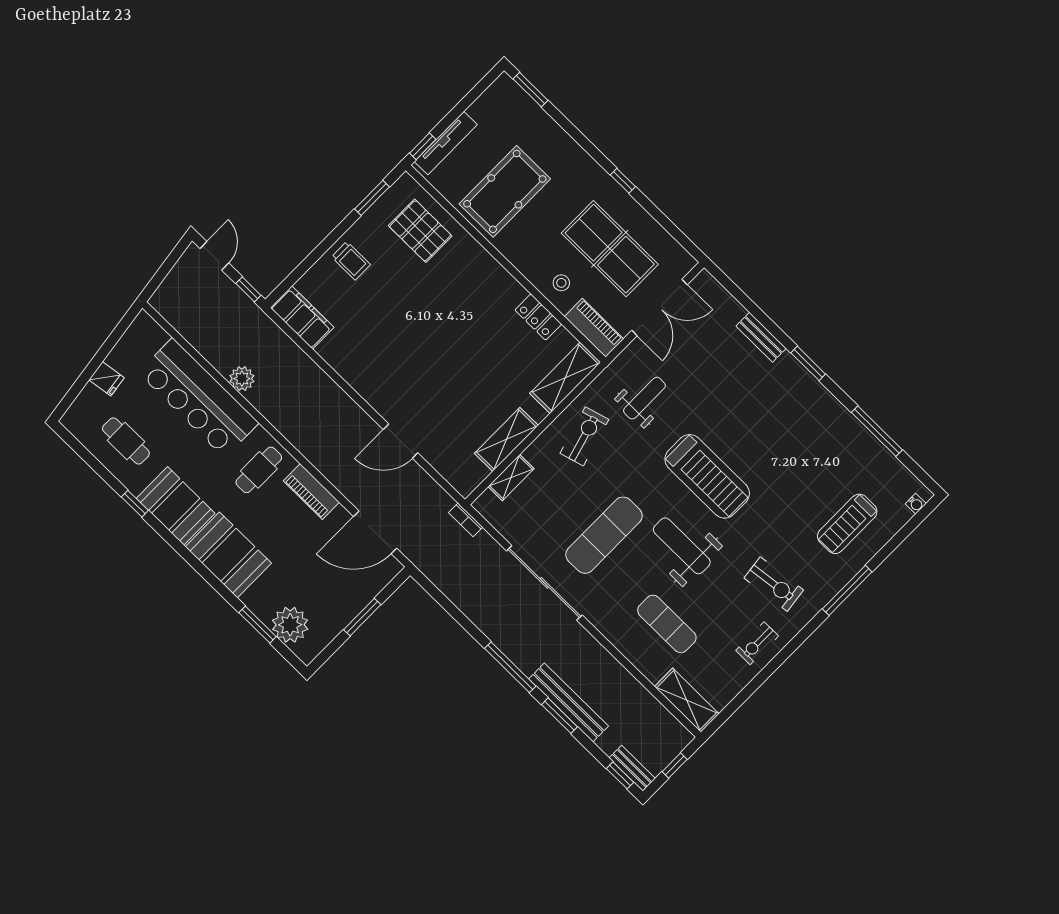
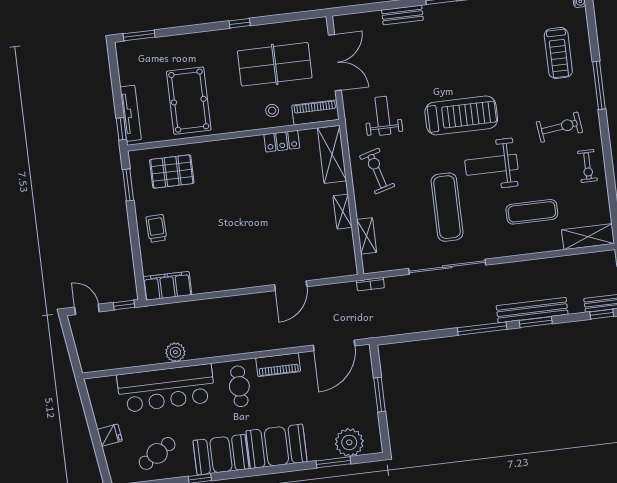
trolley: (351, 261) -> (156, 228), turned -92
shelving: (506, 439) -> (343, 212), width x0.67, depth x0.75
cafe table: (126, 441) -> (157, 453), turned -33

